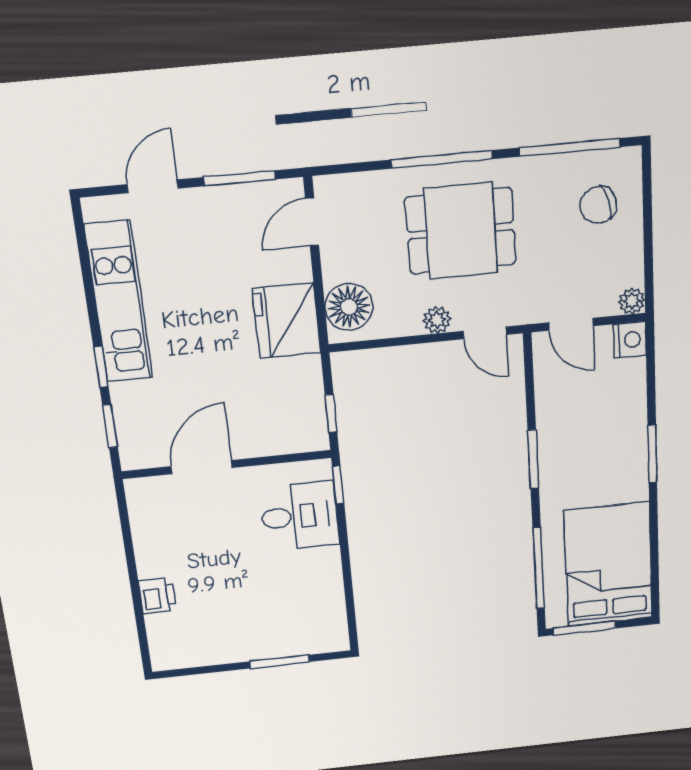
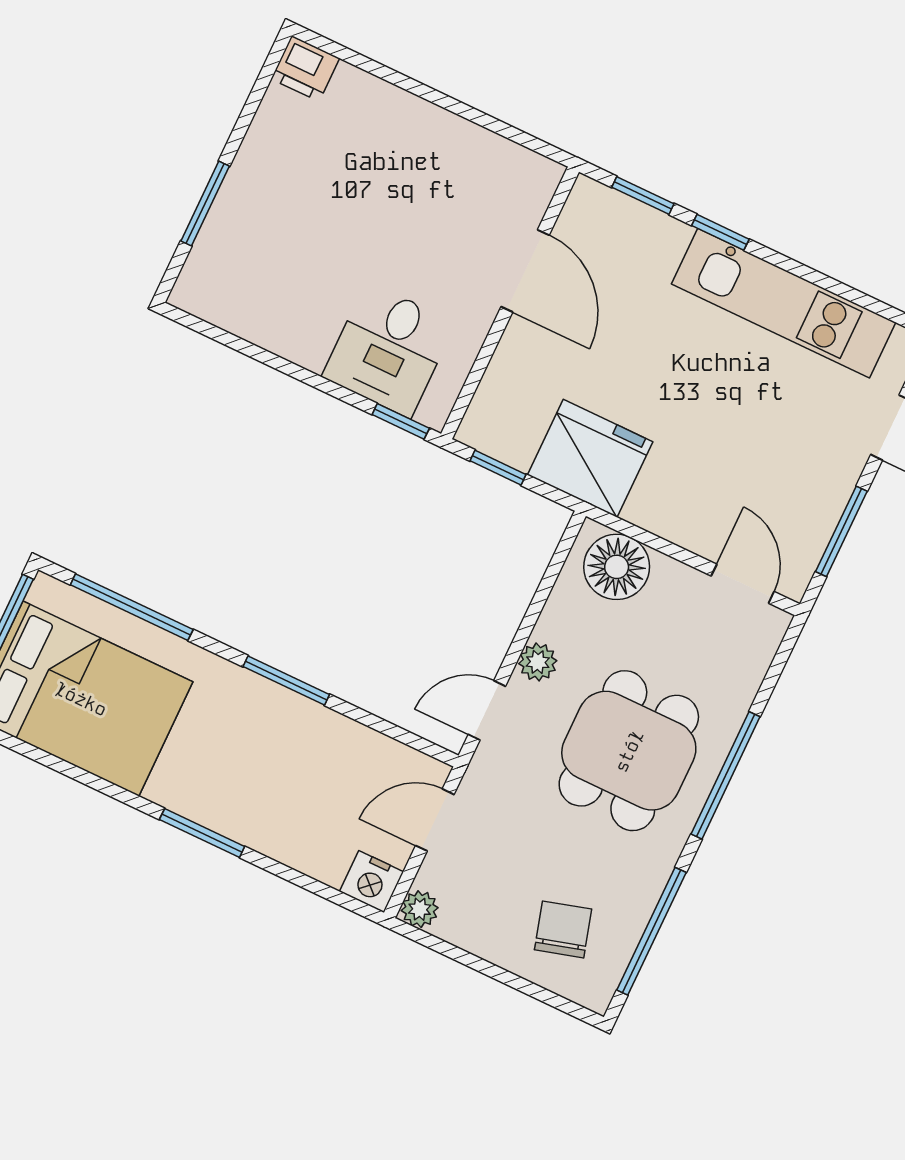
fridge: (287, 321) -> (590, 458), moved
printer: (157, 596) -> (305, 69), moved

